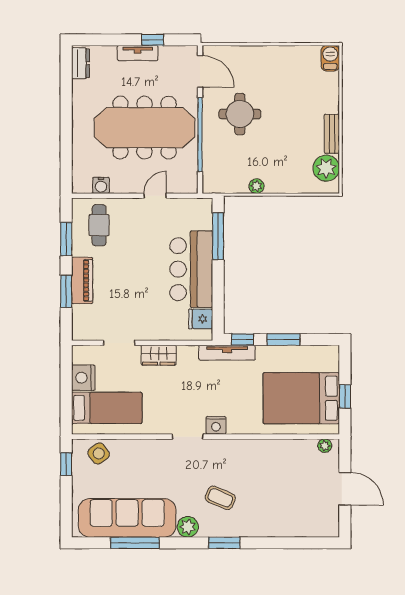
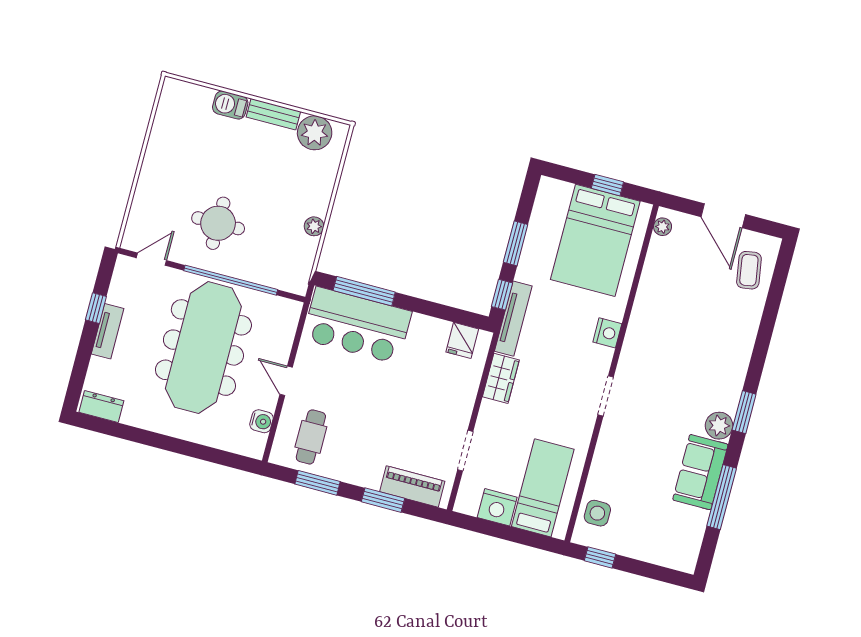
barbecue: (330, 58) -> (230, 105), moved
door: (200, 71) -> (151, 259), width x0.73
door: (155, 196) -> (286, 381), moved
cafe table: (99, 225) -> (311, 437), turned 90
bar counter: (191, 269) -> (357, 325), moved
piano: (82, 280) -> (412, 486), moved
wardrobe: (159, 355) -> (501, 378), moved
nightstand: (216, 425) -> (607, 333), moved
side table: (99, 453) -> (597, 513), turned 37
door: (345, 489) -> (723, 216), swing flipped
coffee table: (220, 498) -> (749, 270), moved, turned -32
sofa: (127, 518) -> (700, 472), width x0.54, depth x0.79
window: (224, 543) -> (744, 412), moved

